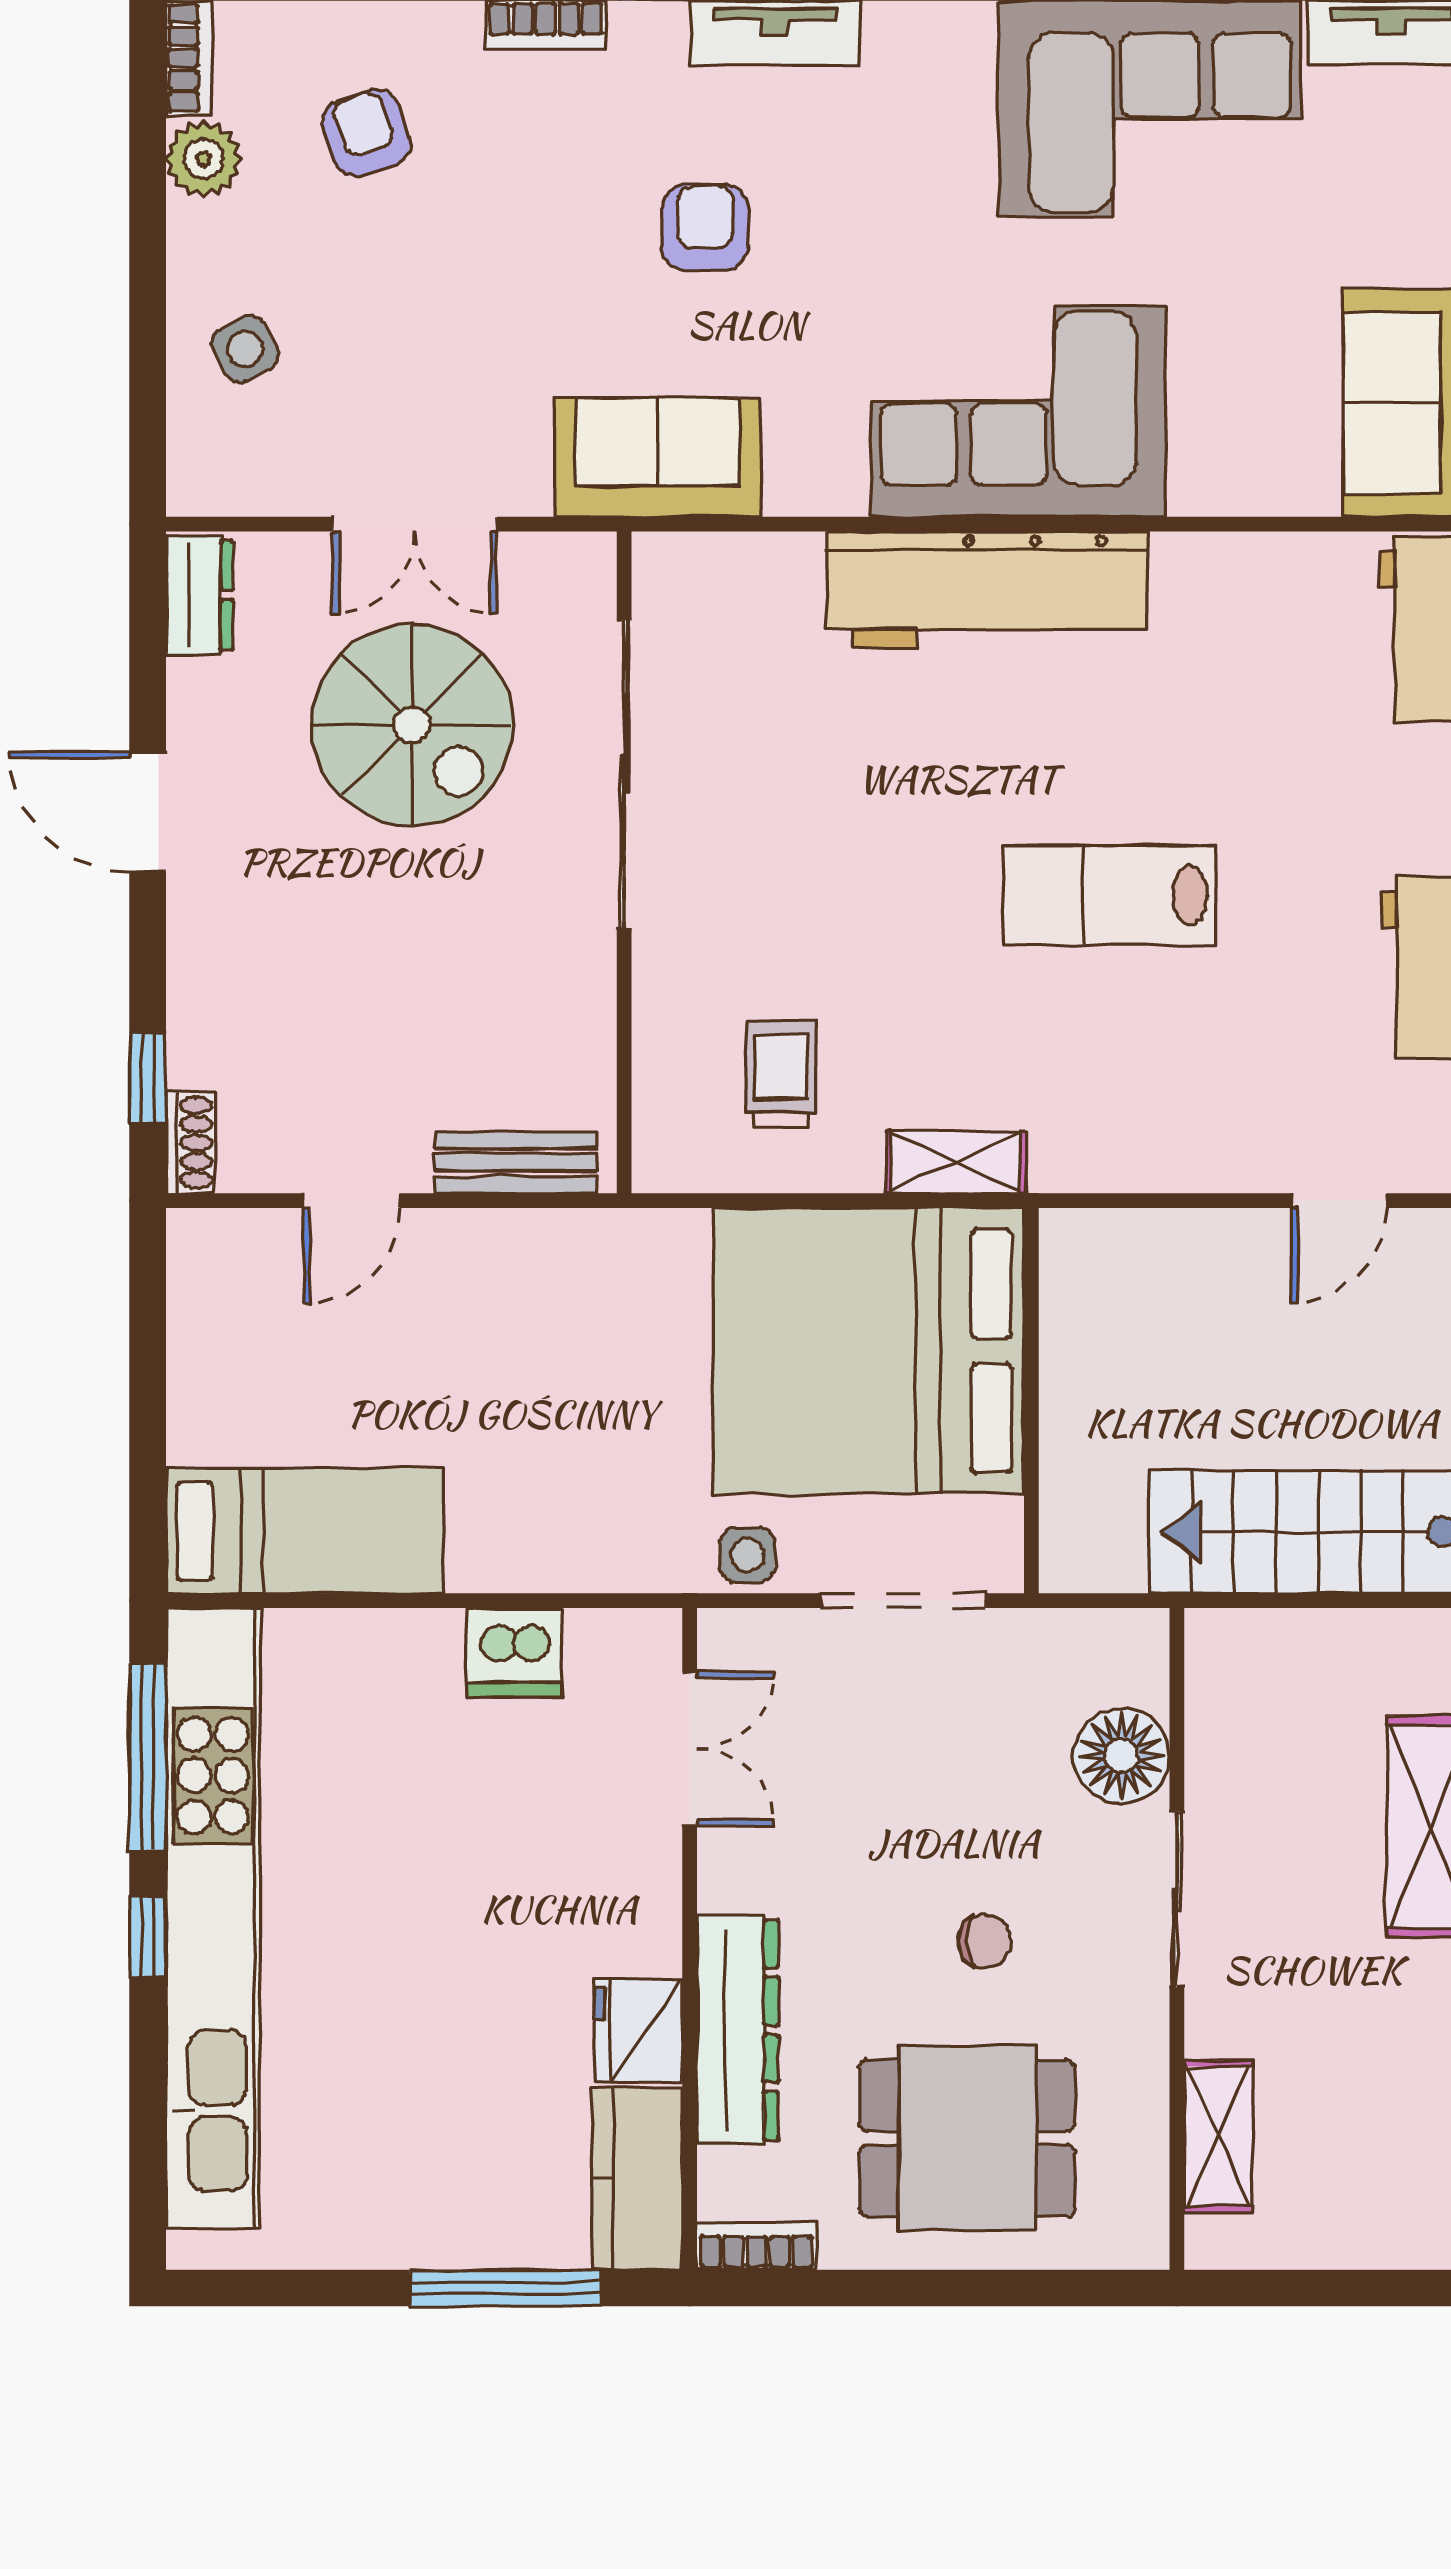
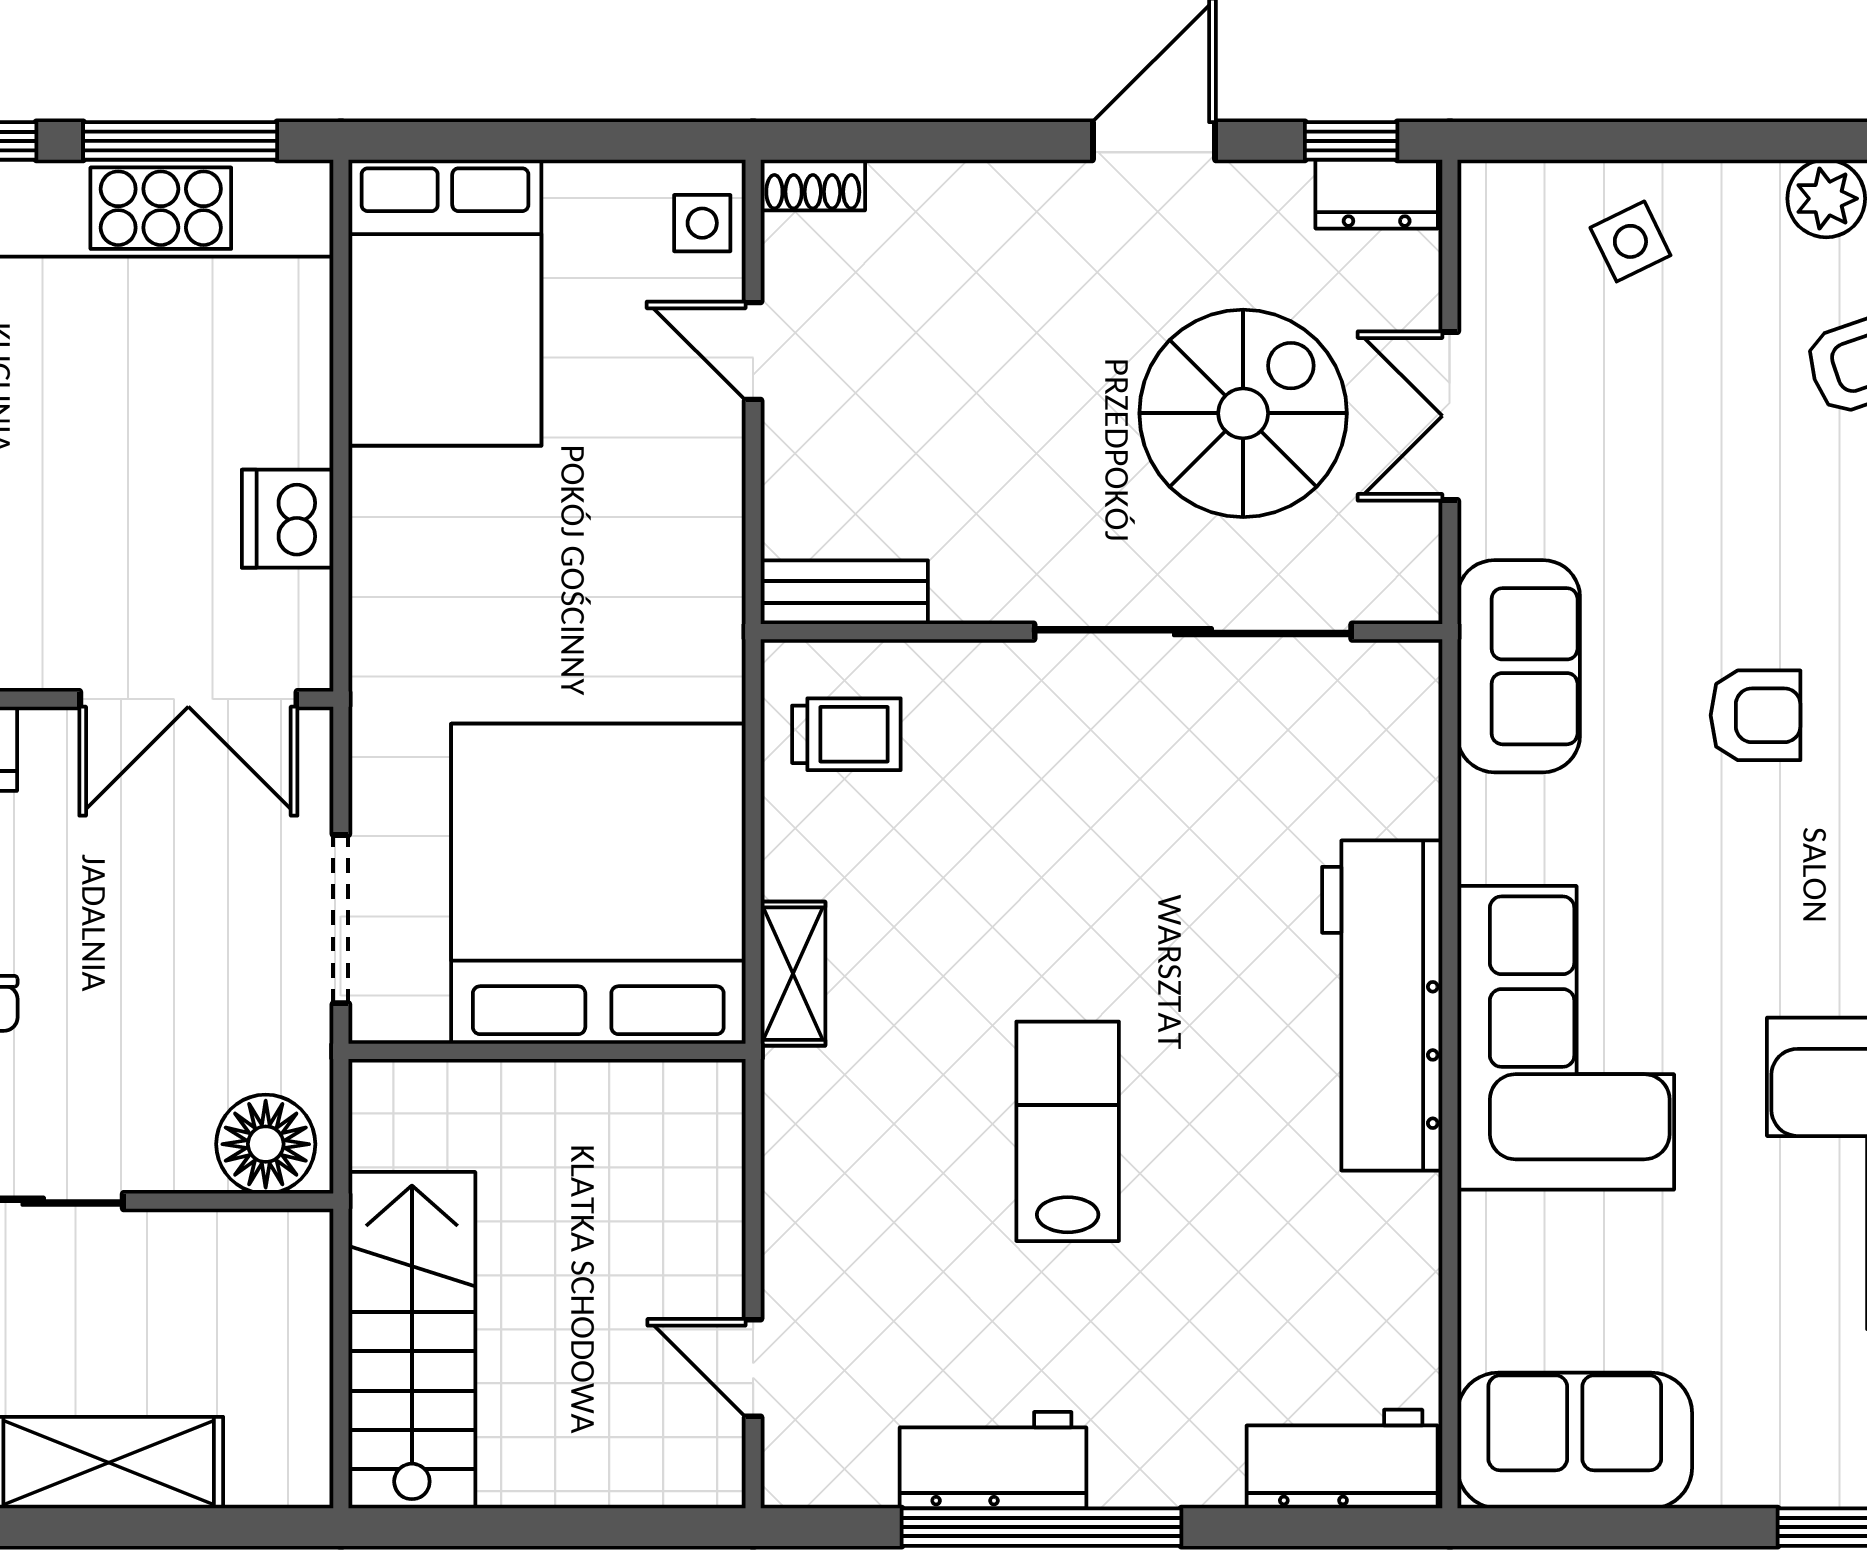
spiral stairs: (412, 725) -> (1243, 413), turned 180
trolley: (781, 1074) -> (846, 734), moved
window: (148, 1078) -> (1351, 141), moved
bench: (516, 1162) -> (844, 592), moved, turned 90
bed: (305, 1531) -> (445, 303), width x1.50
side table: (747, 1555) -> (702, 223), moved
double door: (690, 1749) -> (188, 699), width x1.37
floor lamp: (1122, 1756) -> (266, 1144), moved

